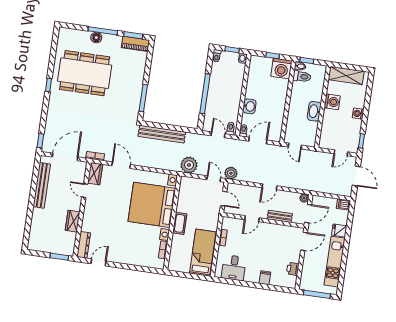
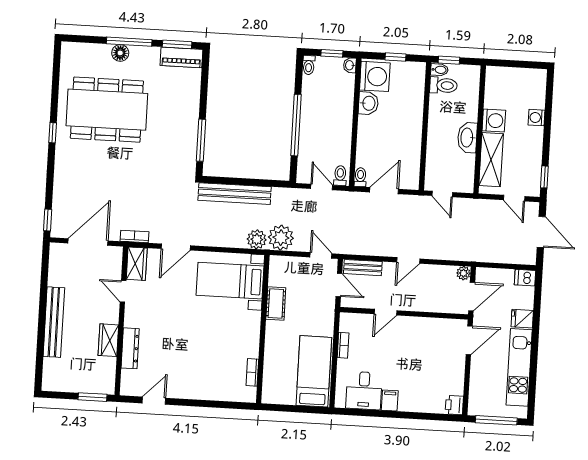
washing machine: (281, 69) -> (375, 76), moved, turned -90
shelving: (346, 75) -> (491, 160), moved, turned 90
washbasin: (249, 106) -> (368, 103), moved
washing machine: (358, 114) -> (536, 118), moved
door: (341, 153) -> (514, 198), hinge flipped
door: (121, 165) -> (176, 247), swing flipped
plant: (231, 173) -> (257, 239), moved
bench: (42, 185) -> (54, 322), moved
bed with nightstands: (152, 205) -> (230, 281), width x0.54
bench: (280, 216) -> (363, 268), moved
cot: (180, 223) -> (276, 303), moved
dresser: (84, 245) -> (130, 348), moved
printer: (293, 269) -> (454, 405), moved
filing cabinet: (265, 278) -> (390, 400), moved

